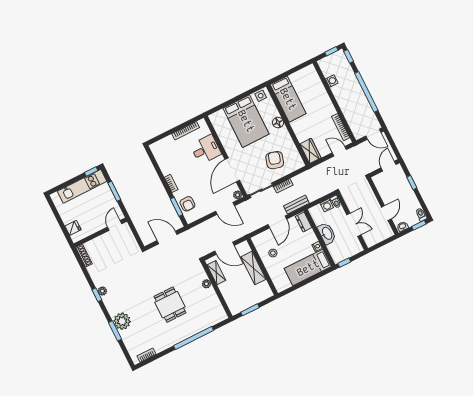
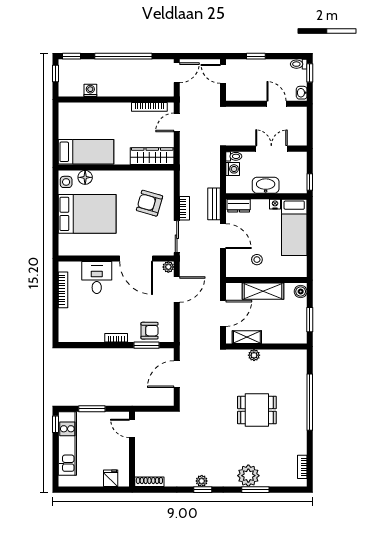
floor lamp: (278, 123) -> (85, 177), moved
wardrobe: (310, 151) -> (152, 156), width x1.50
boiler: (266, 294) -> (301, 291), added

